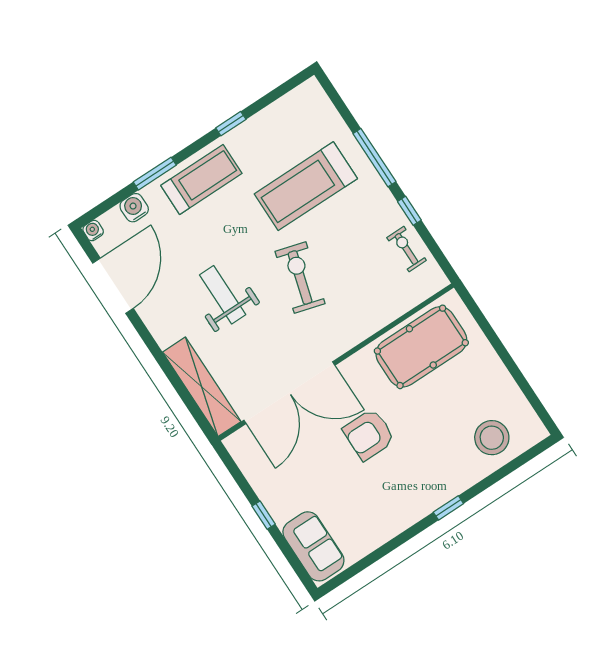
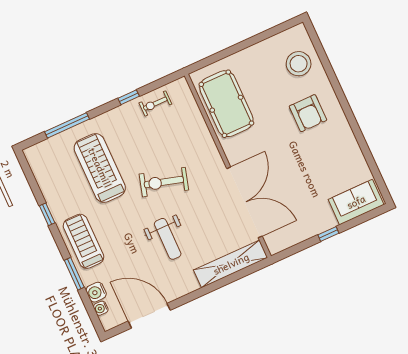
window: (374, 158) -> (67, 125), moved
treadmill: (306, 186) -> (100, 168), turned 180
water cooler: (93, 231) -> (101, 308), moved
weight bench: (223, 295) -> (168, 239), turned -90
armchair: (369, 434) -> (308, 113), moved
window: (448, 508) -> (344, 102), removed

